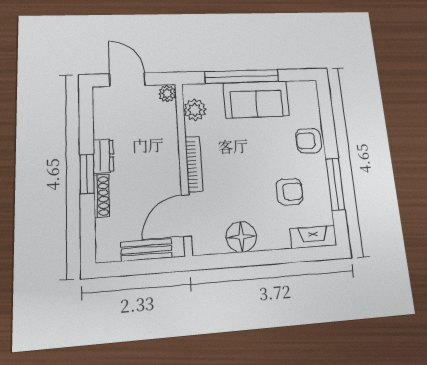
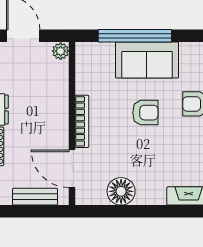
plant: (195, 110) -> (86, 68), removed
armchair: (289, 192) -> (145, 113), moved
door: (186, 216) -> (72, 169), hinge flipped

